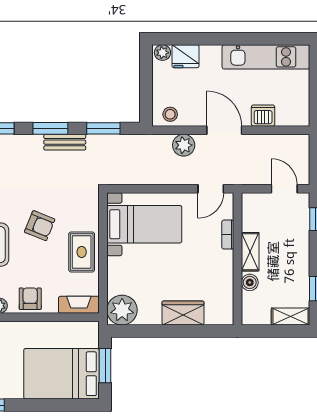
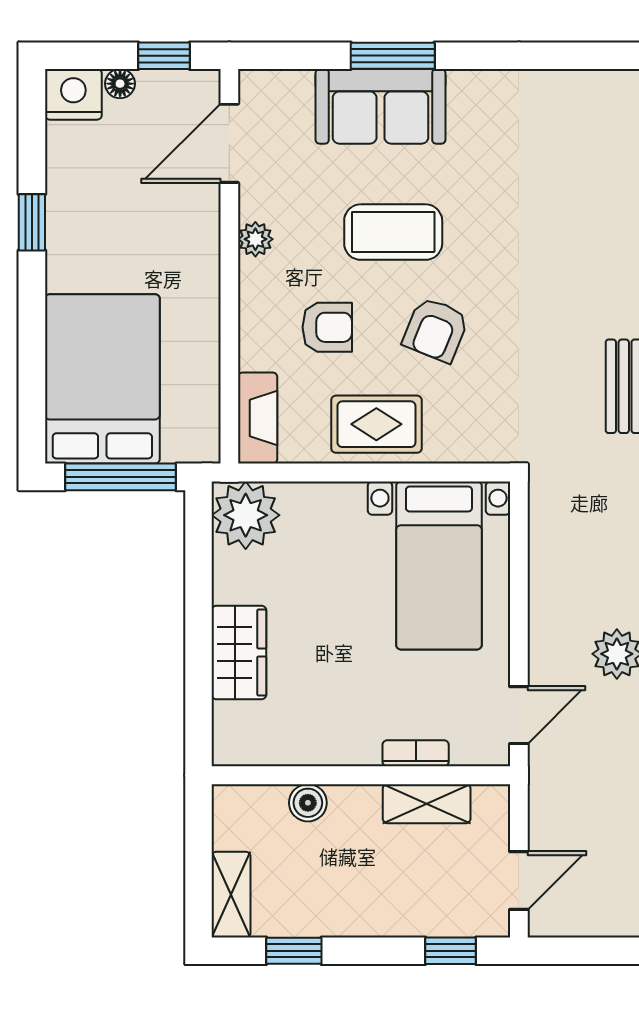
door: (211, 189) -> (519, 715), swing flipped
shelving: (250, 252) -> (427, 804), moved
armchair: (30, 299) -> (327, 327), moved
window: (105, 366) -> (121, 477), width x1.44

